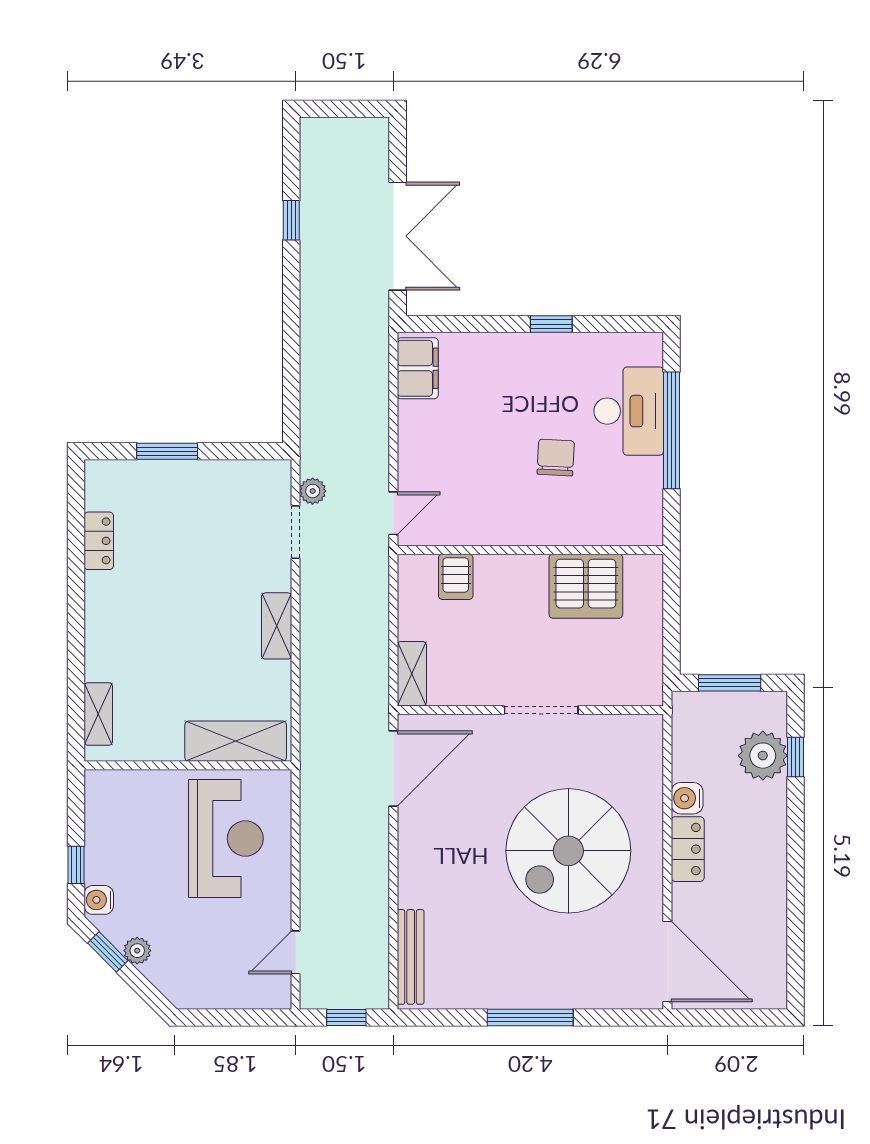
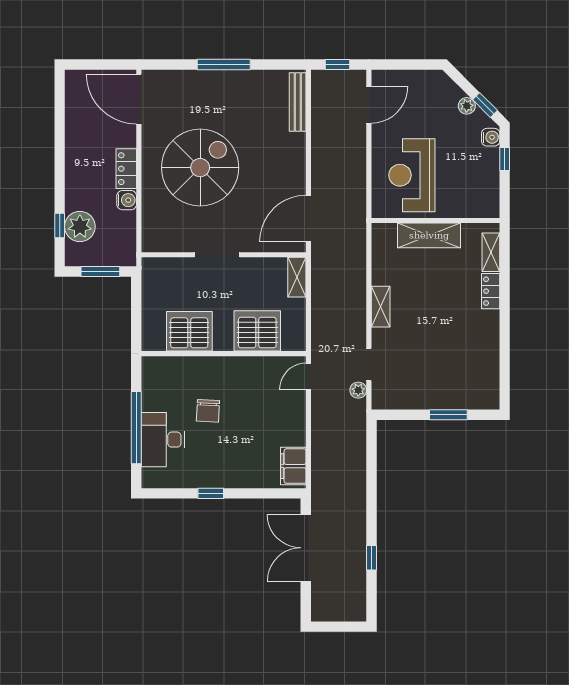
locker: (99, 541) -> (491, 291), moved
server rack: (456, 577) -> (257, 331), width x2.18, depth x1.44
shelving: (236, 741) -> (429, 235), moved
door: (296, 952) -> (369, 105), width x1.38

